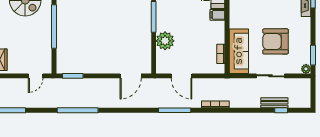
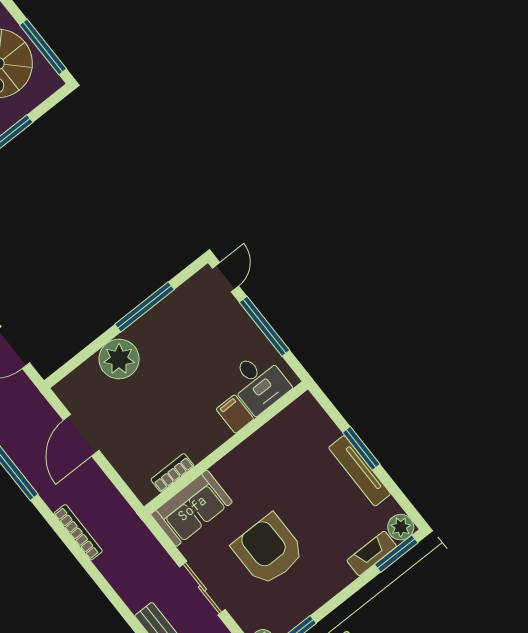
sofa: (239, 51) -> (192, 508), width x0.73

